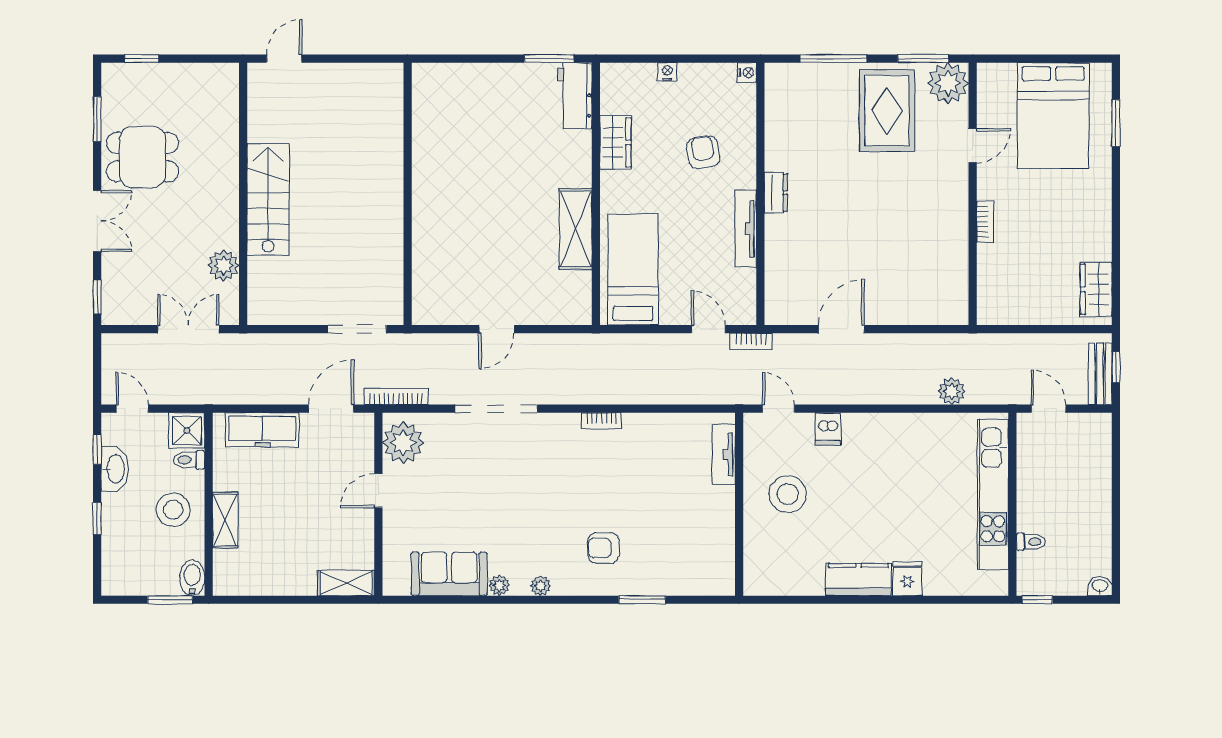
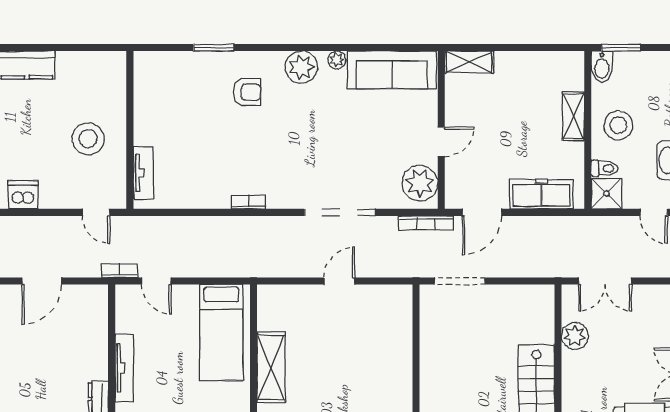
dishwasher: (828, 429) -> (23, 195), moved, width x1.38
sofa: (449, 574) -> (392, 70), width x1.36
plant: (541, 586) -> (301, 67), width x1.88, depth x1.88

